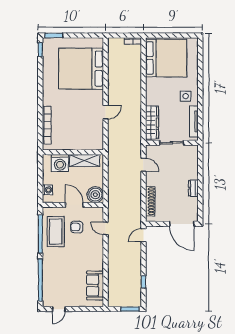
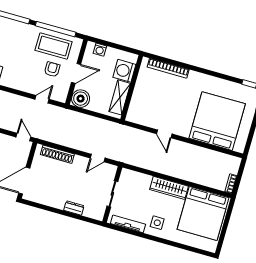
wardrobe: (152, 123) -> (169, 188), moved
dresser: (193, 188) -> (74, 208), moved

